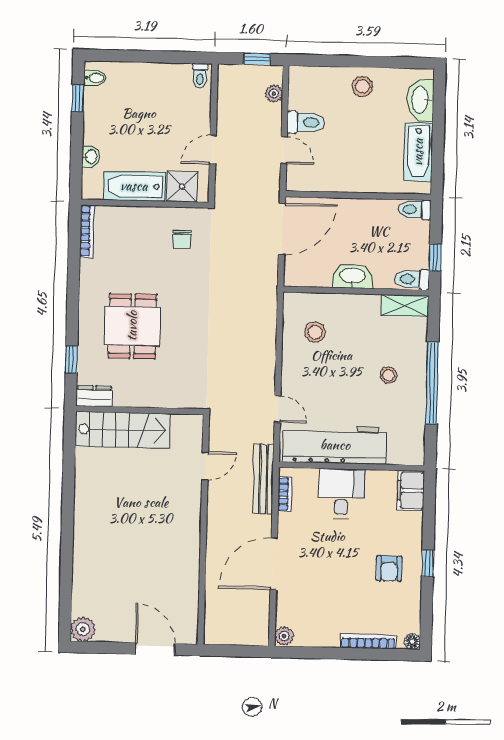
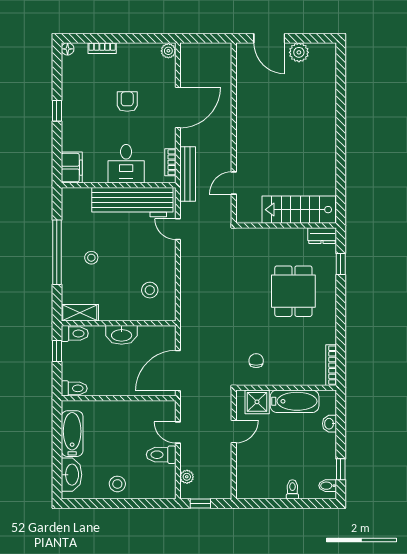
toilet: (200, 76) -> (292, 489), moved
armchair: (389, 568) -> (127, 102), moved
plant: (83, 629) -> (299, 52), moved
bookcase: (368, 641) -> (102, 48), width x0.64

